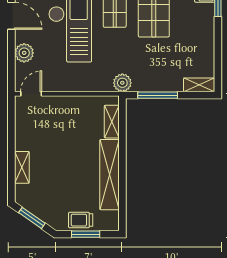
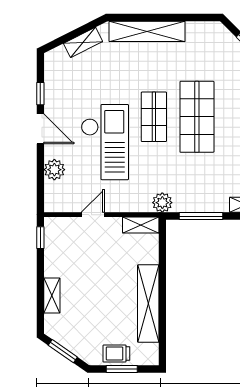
door: (31, 94) -> (93, 215), moved
window: (11, 115) -> (40, 238), added
shelving: (112, 122) -> (141, 225), moved, turned 90

